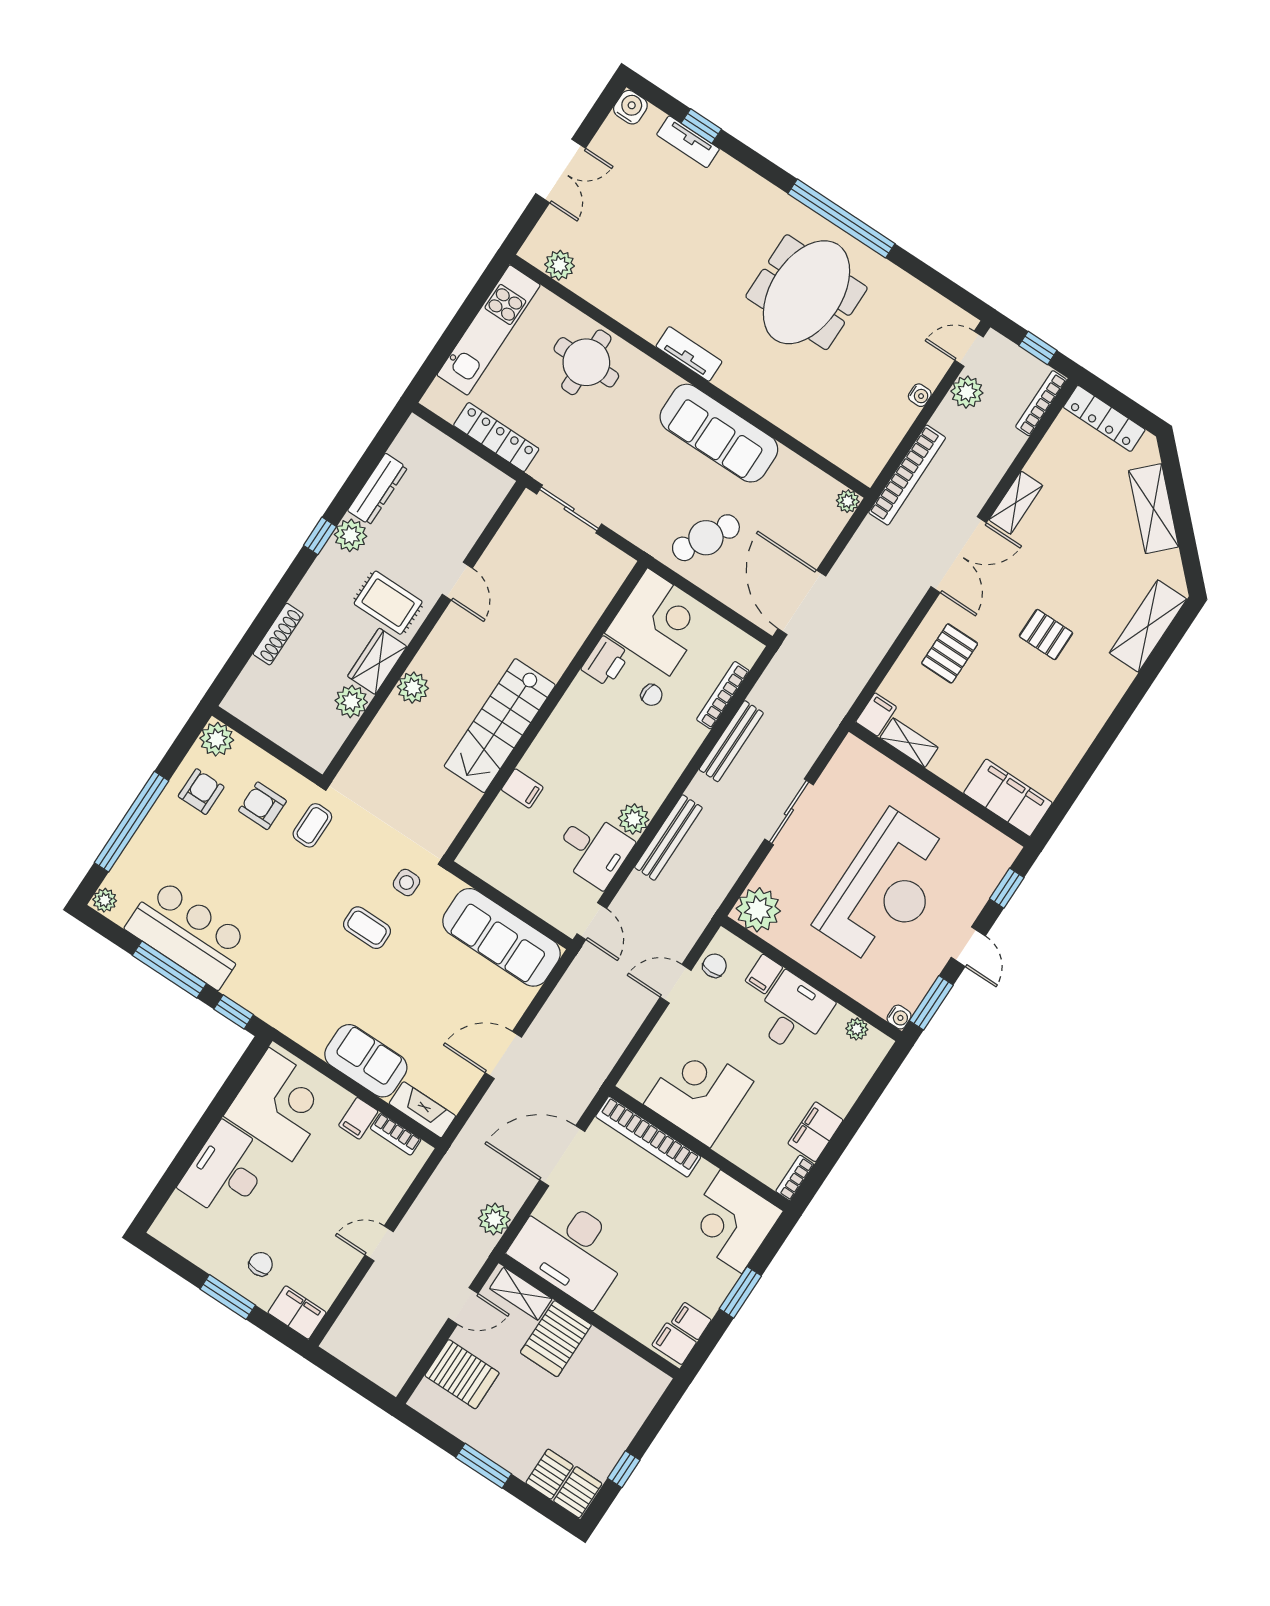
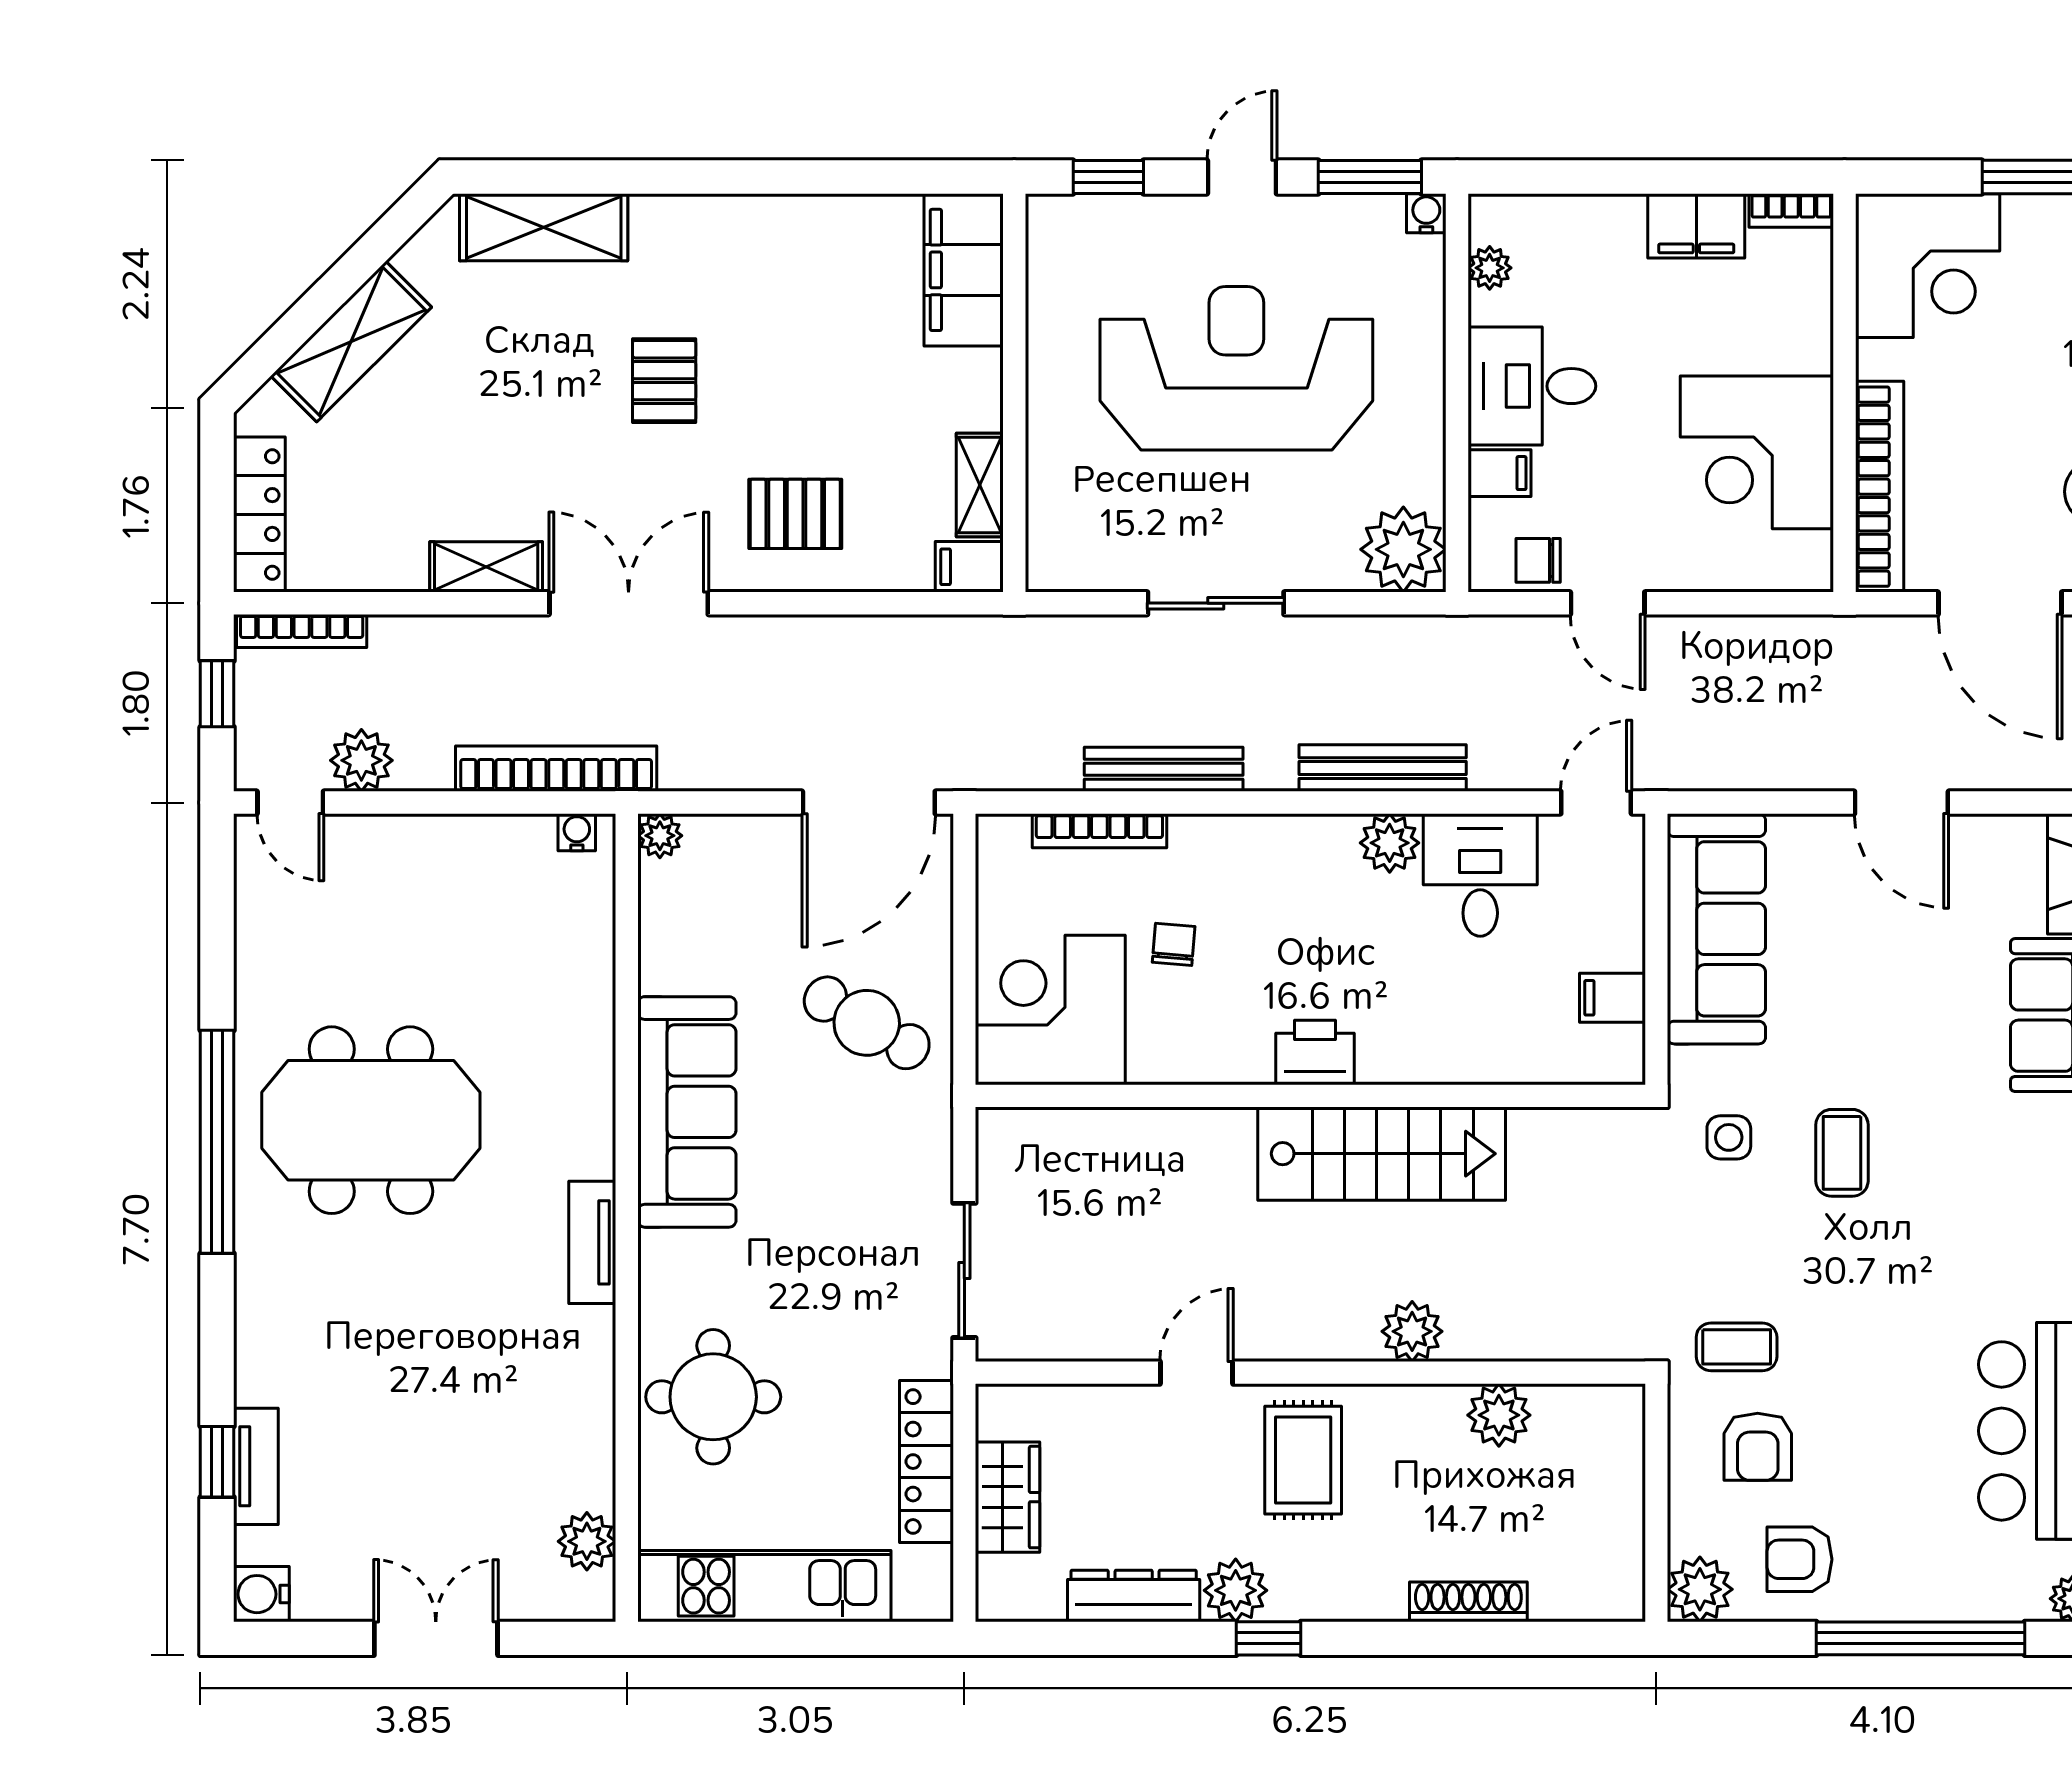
water cooler: (920, 395) -> (577, 832), moved
wardrobe: (377, 661) -> (1008, 1497), moved, turned -90
printer: (606, 661) -> (1315, 1052), moved
filing cabinet: (522, 788) -> (1612, 998), moved, turned -90

